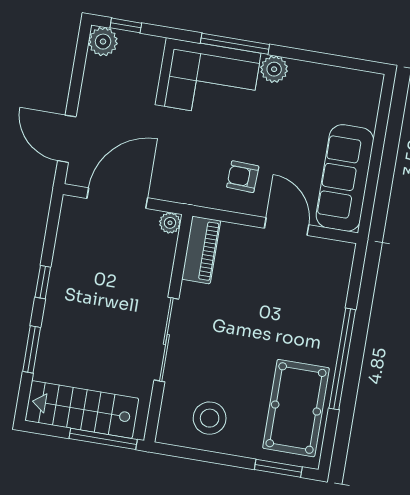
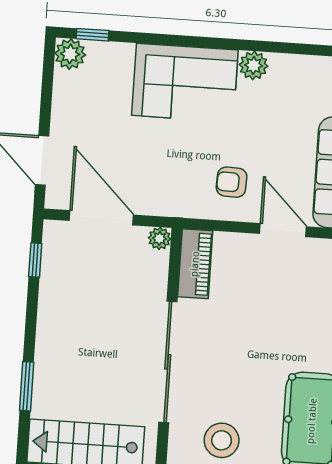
window: (235, 44) -> (210, 43), removed
door: (117, 198) -> (101, 218), hinge flipped
window: (43, 282) -> (35, 260), moved
sliding door: (166, 340) -> (168, 362), width x1.36

